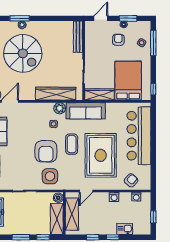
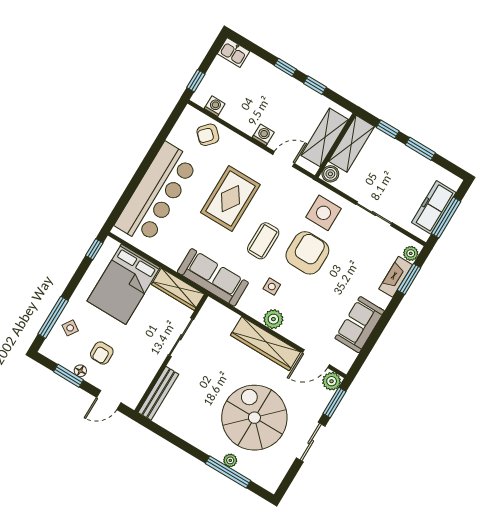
window: (20, 18) -> (228, 472), width x1.44
wardrobe: (56, 94) -> (265, 344), moved
plant: (60, 108) -> (273, 319), moved
rug: (101, 155) -> (230, 199), width x0.73, depth x0.69
washing machine: (114, 197) -> (263, 135), moved
window: (153, 217) -> (196, 81), moved
kitchen sink: (125, 229) -> (234, 53), moved

